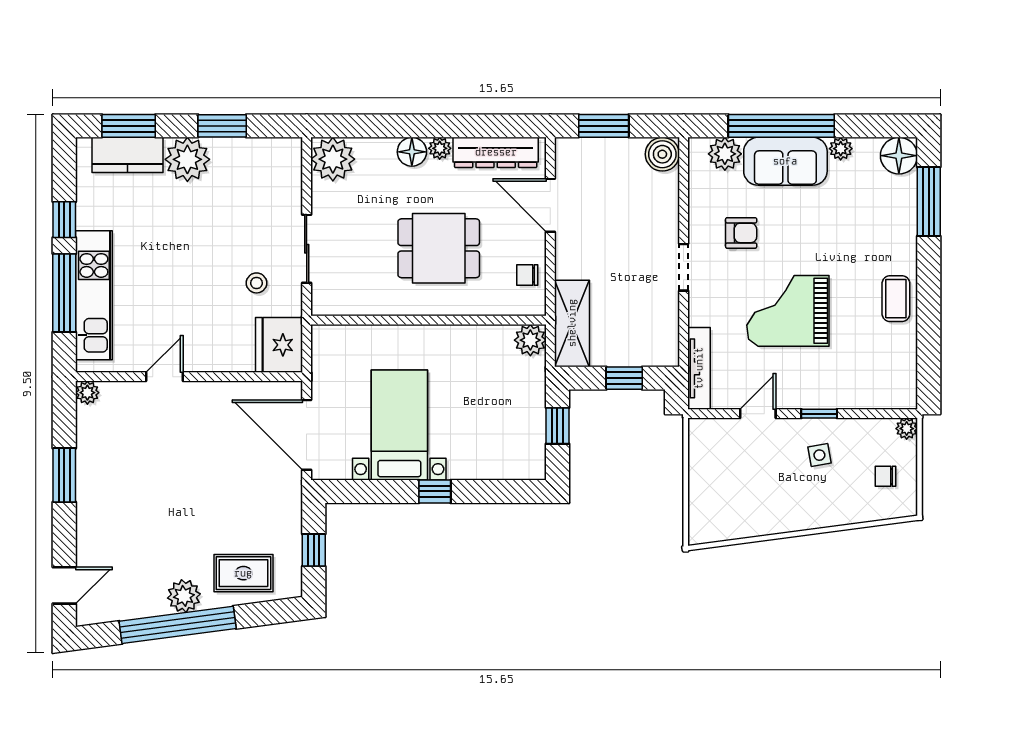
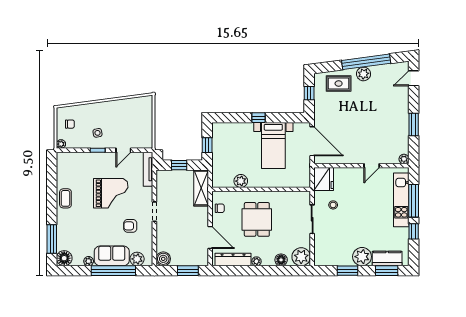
floor lamp: (412, 152) -> (281, 260), moved
dining table: (439, 248) -> (257, 219), turned 90
plant: (530, 340) -> (241, 181), moved

